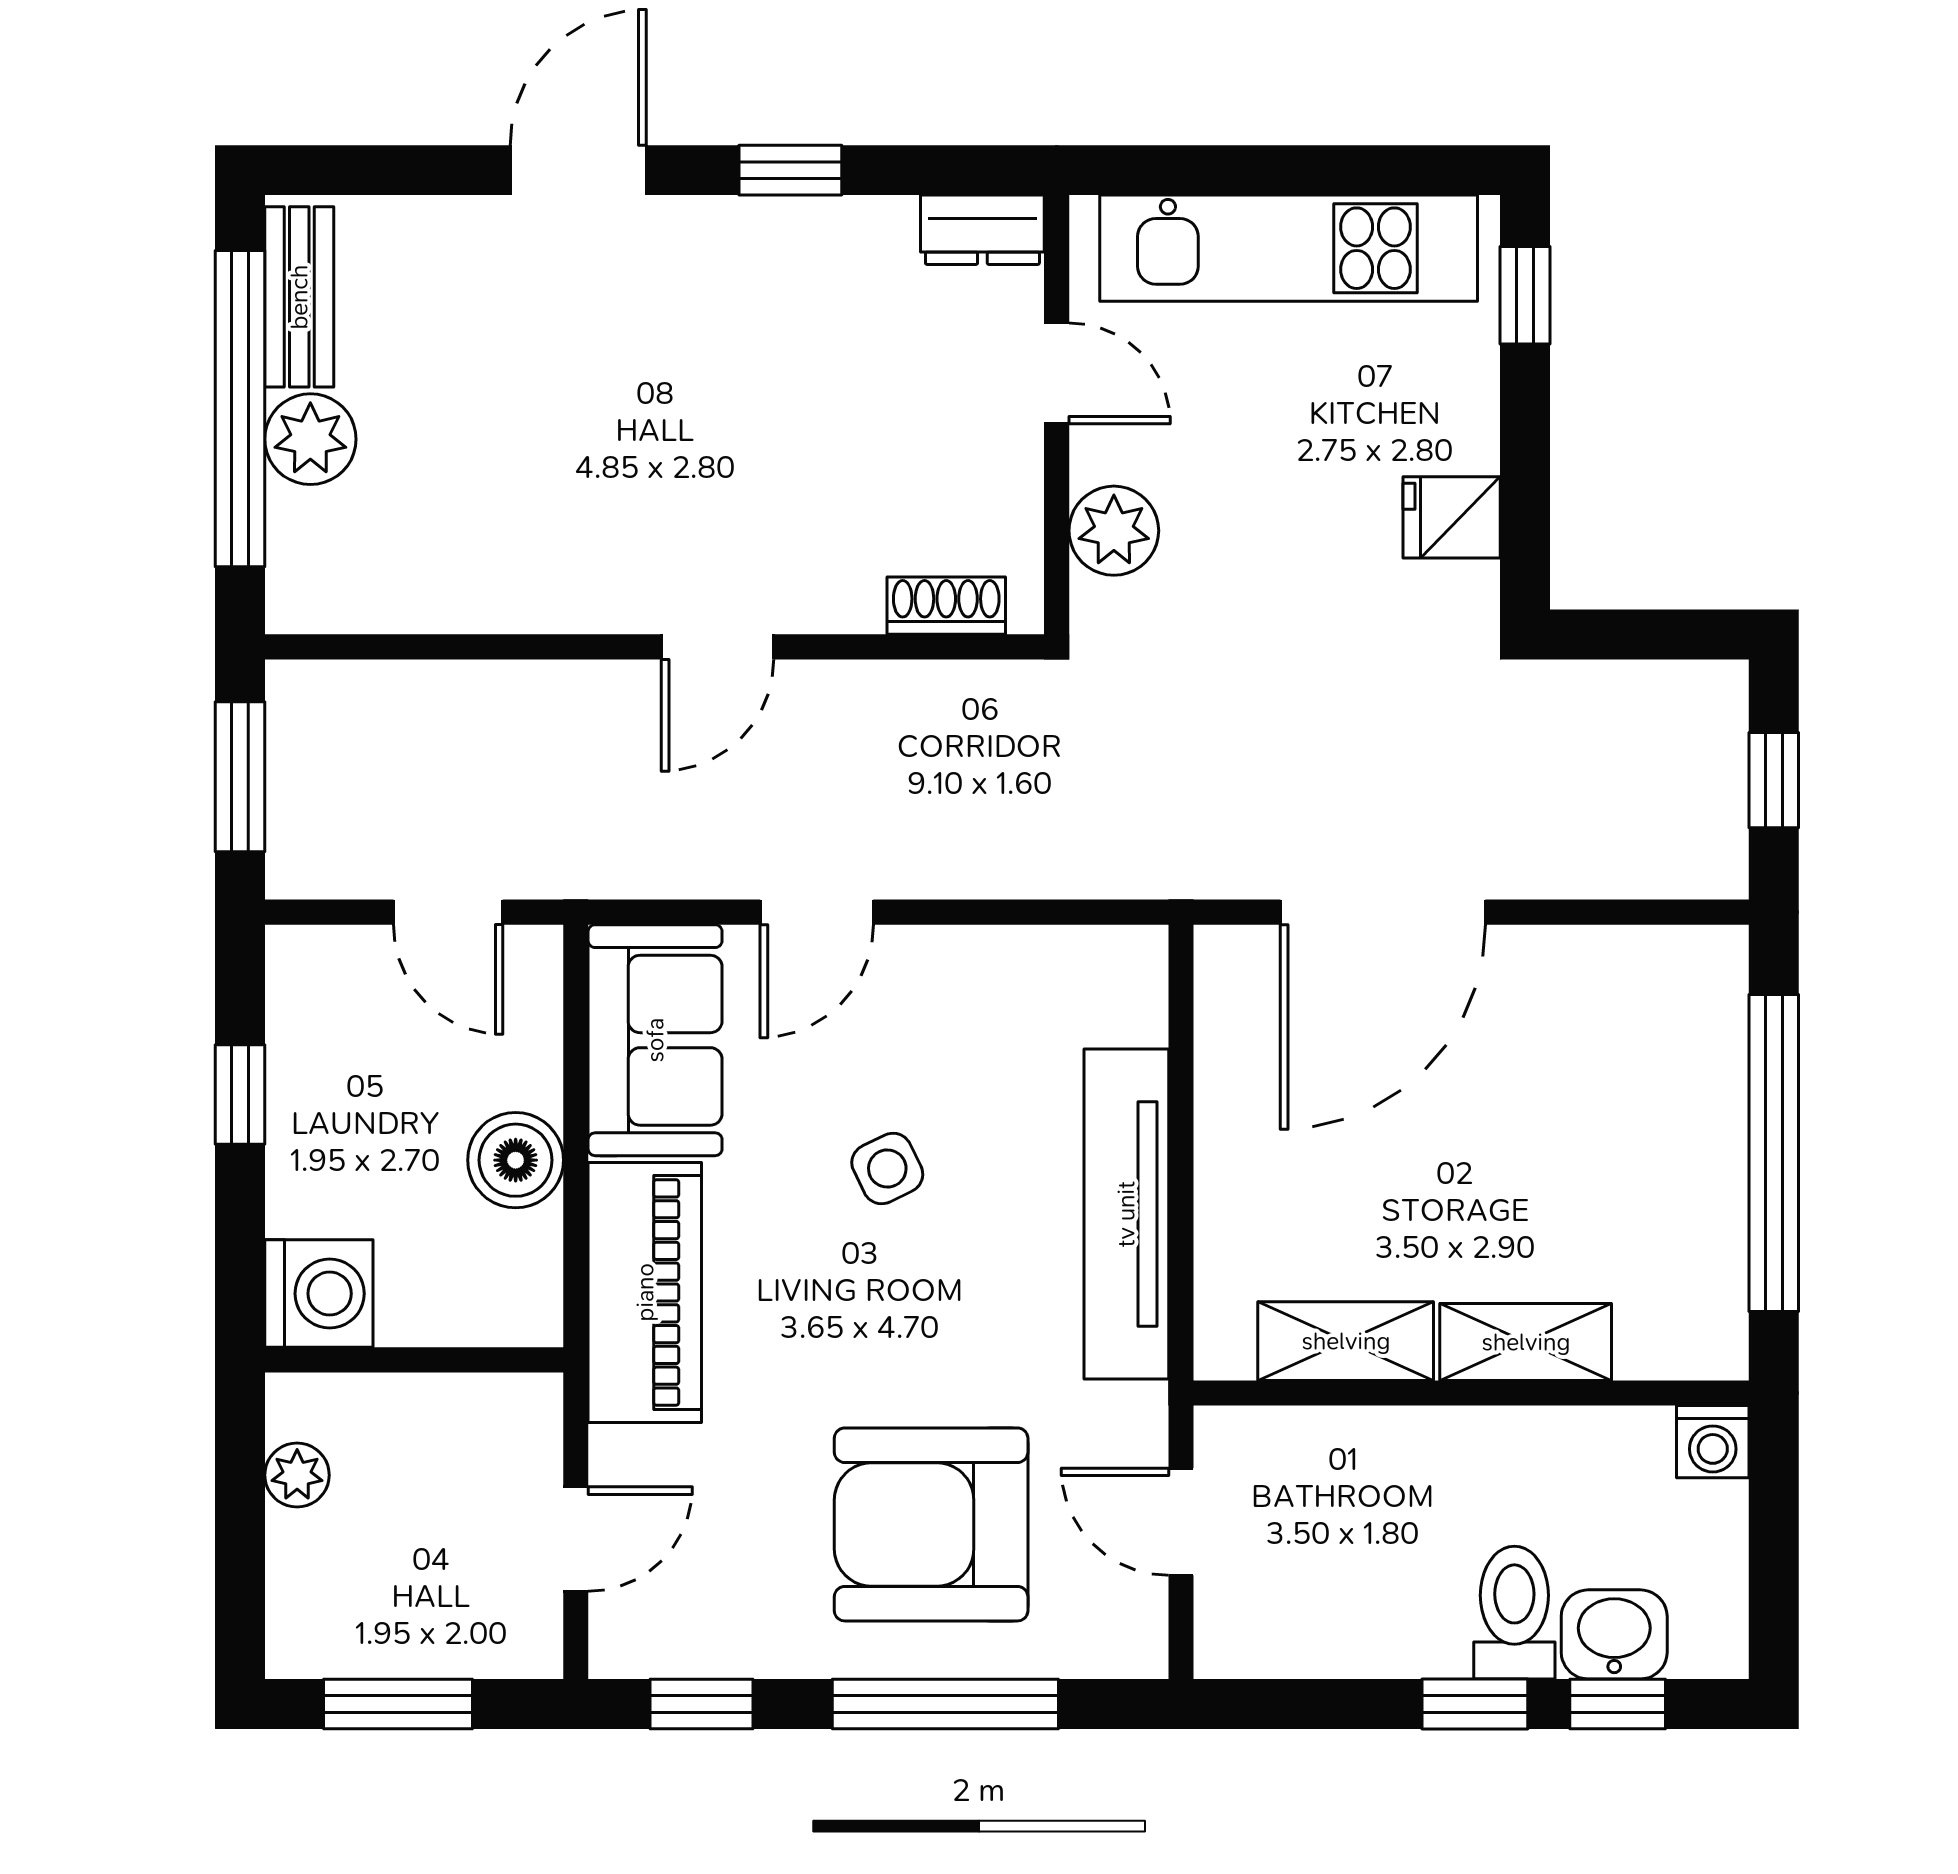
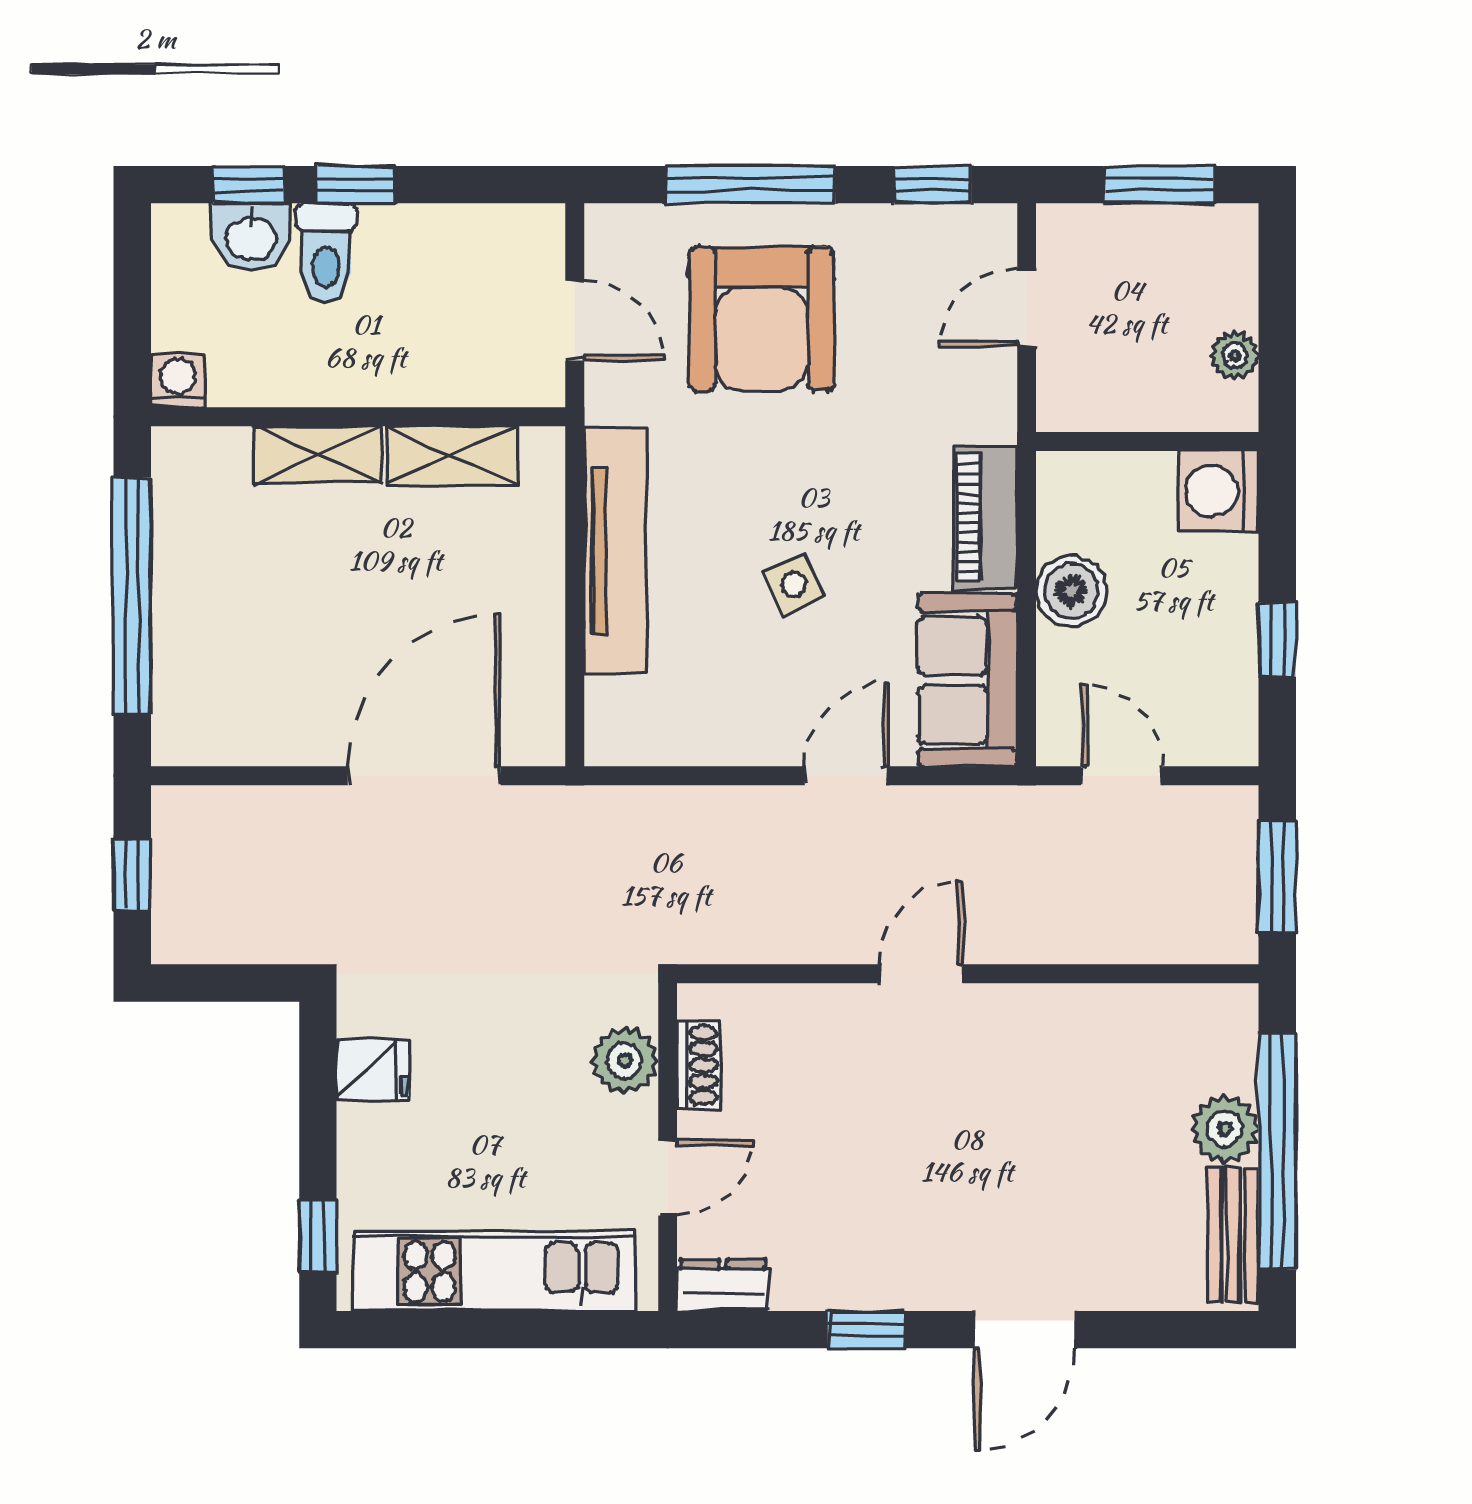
door: (1057, 373) -> (668, 1178), swing flipped
shoe rack: (946, 606) -> (698, 1065), moved, turned -90
piano: (645, 1292) -> (985, 518), width x0.73, depth x0.75
armchair: (931, 1524) -> (761, 319), turned 90

